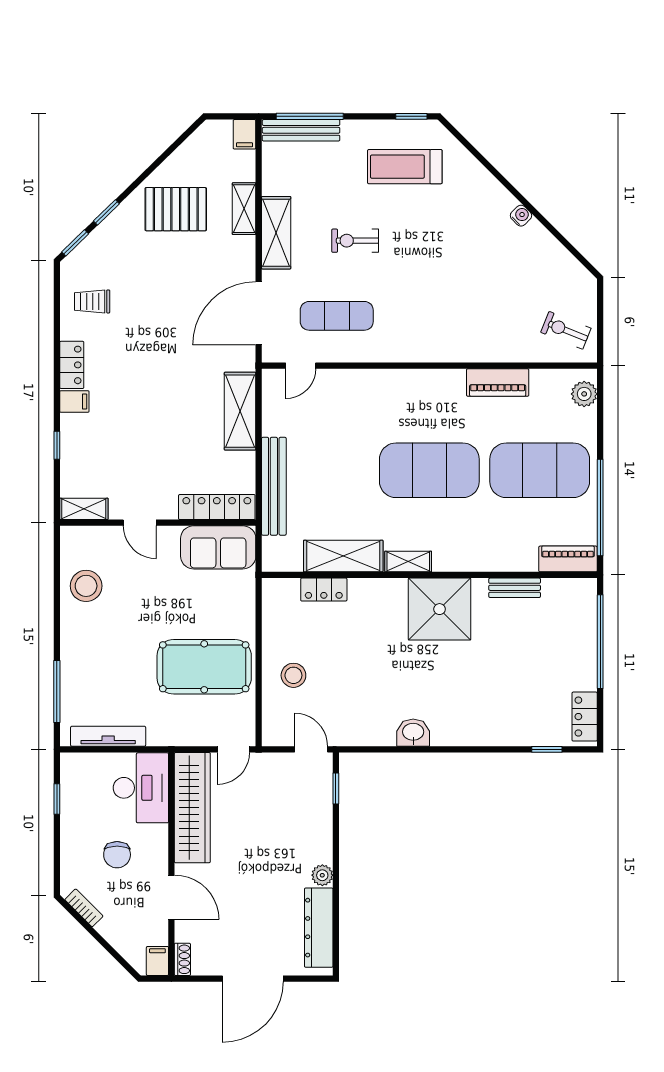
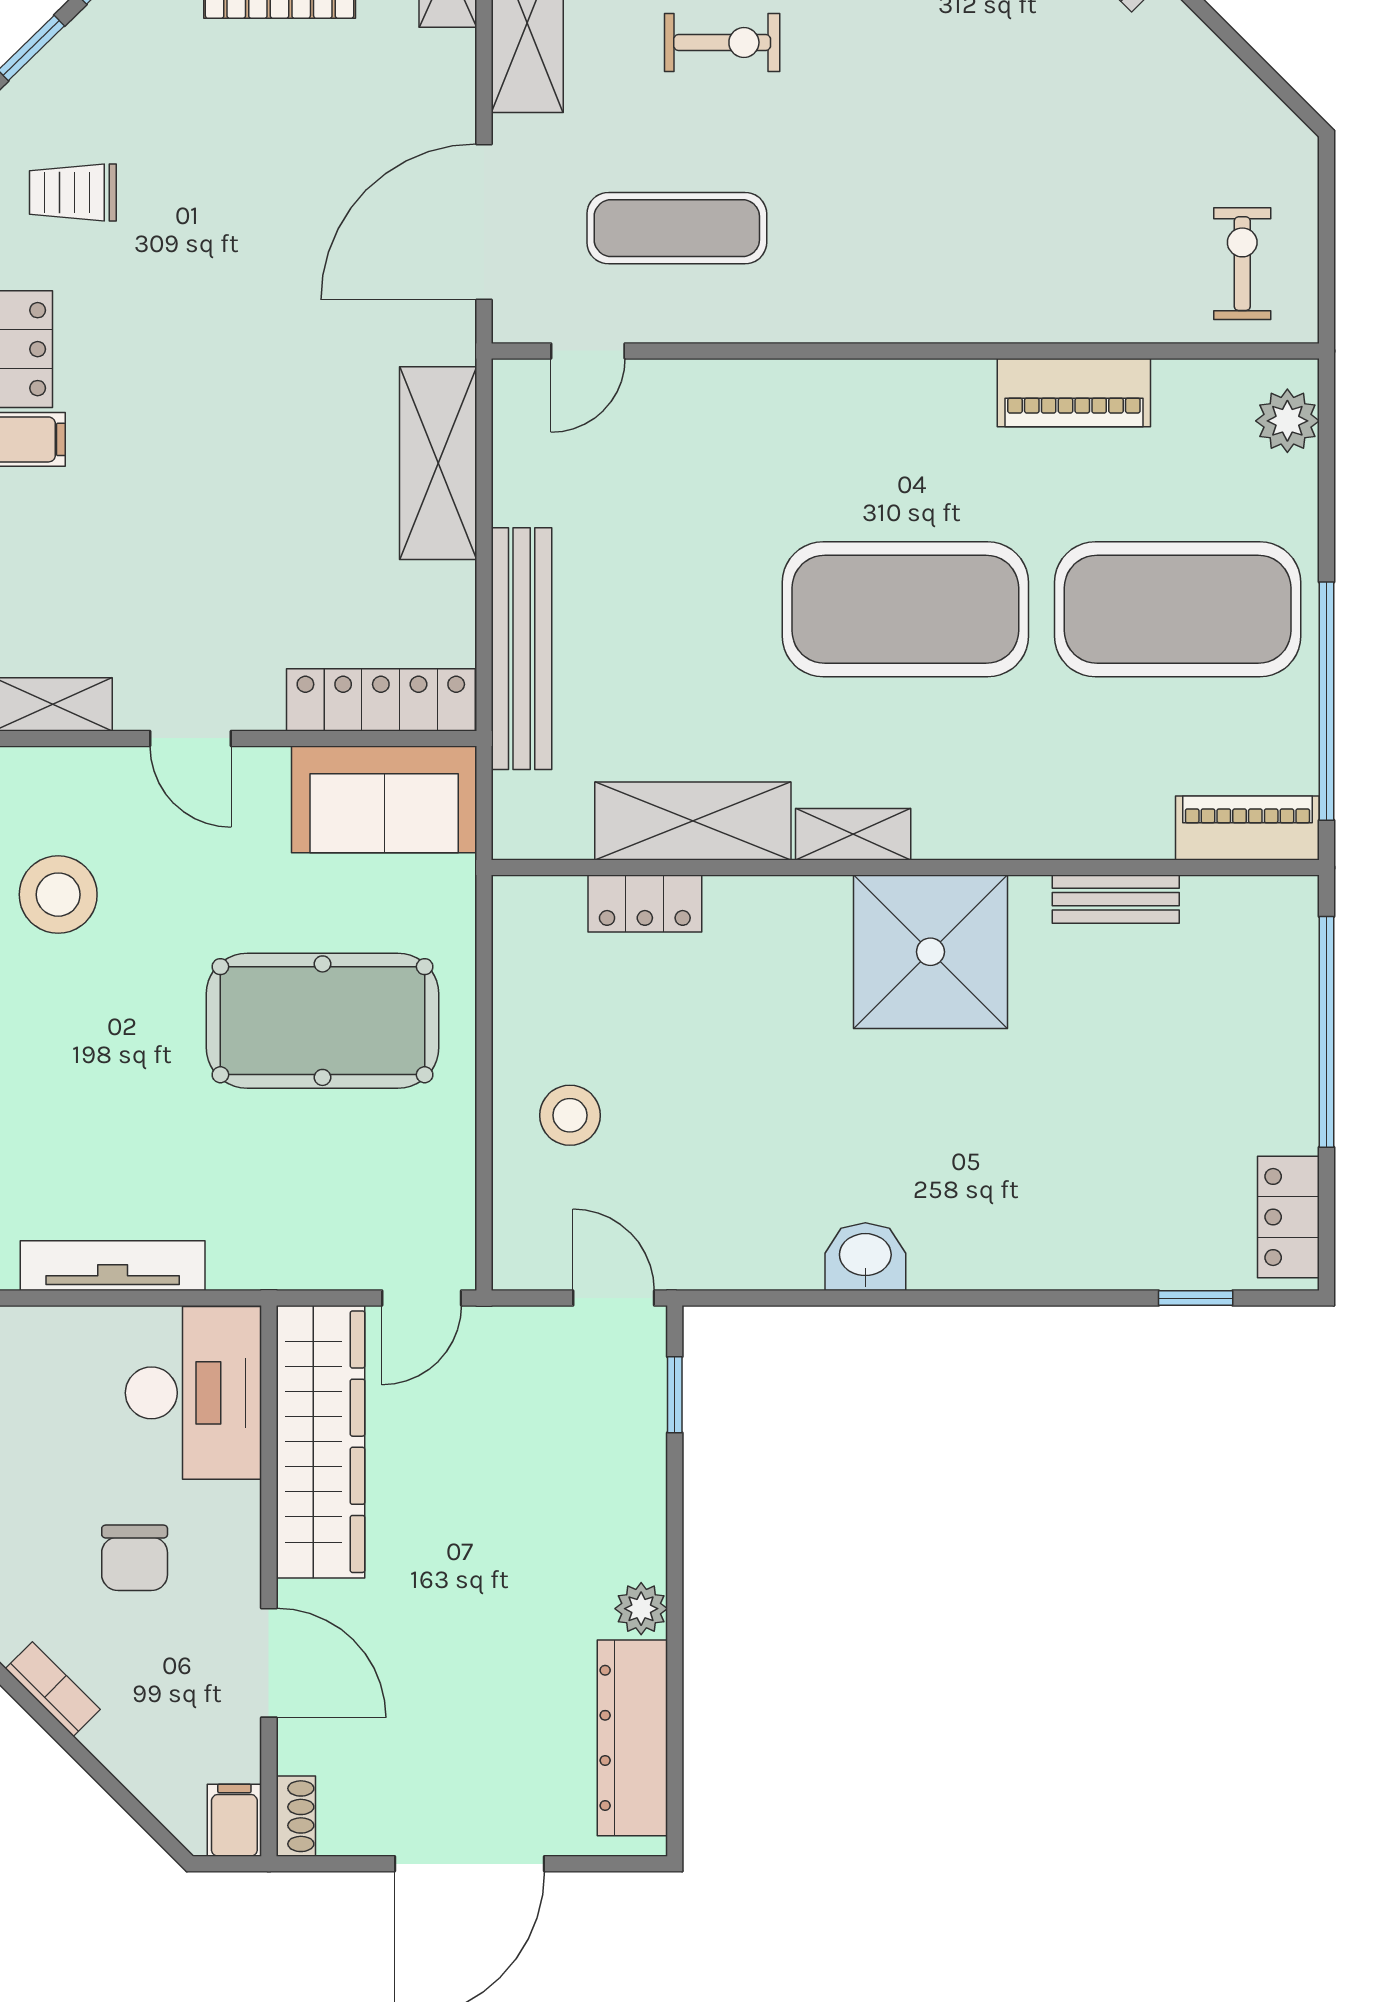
exercise bike: (355, 241) -> (722, 42), turned 180
exercise bike: (566, 330) -> (1242, 264), turned 68
pool table: (204, 667) -> (323, 1021), moved

